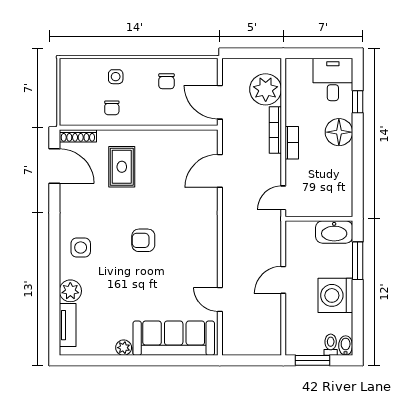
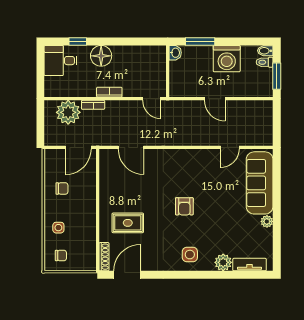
chair: (112, 108) -> (61, 256), moved
bookcase: (275, 130) -> (93, 105), width x0.64
washbasin: (334, 232) -> (175, 53), width x0.52, depth x0.69

